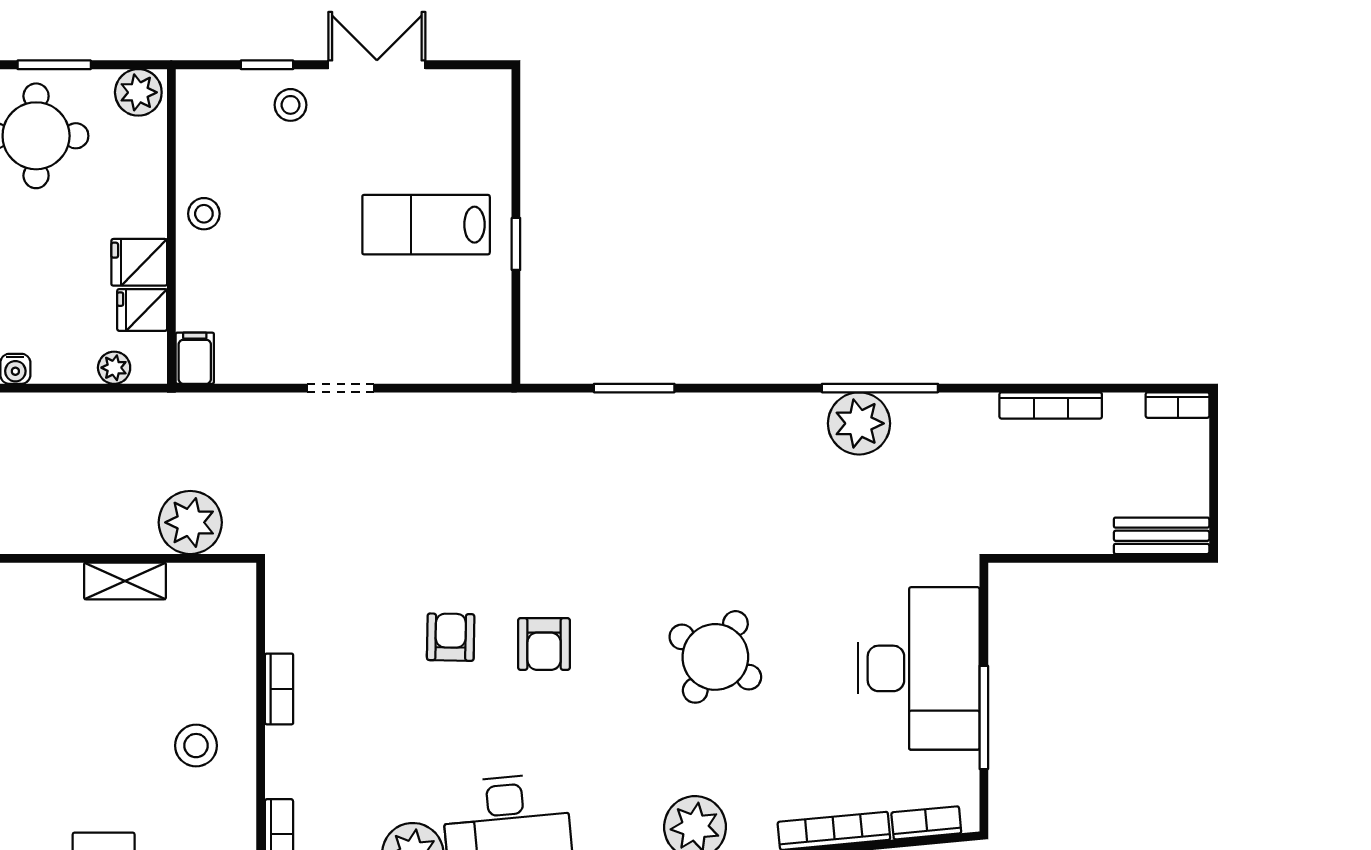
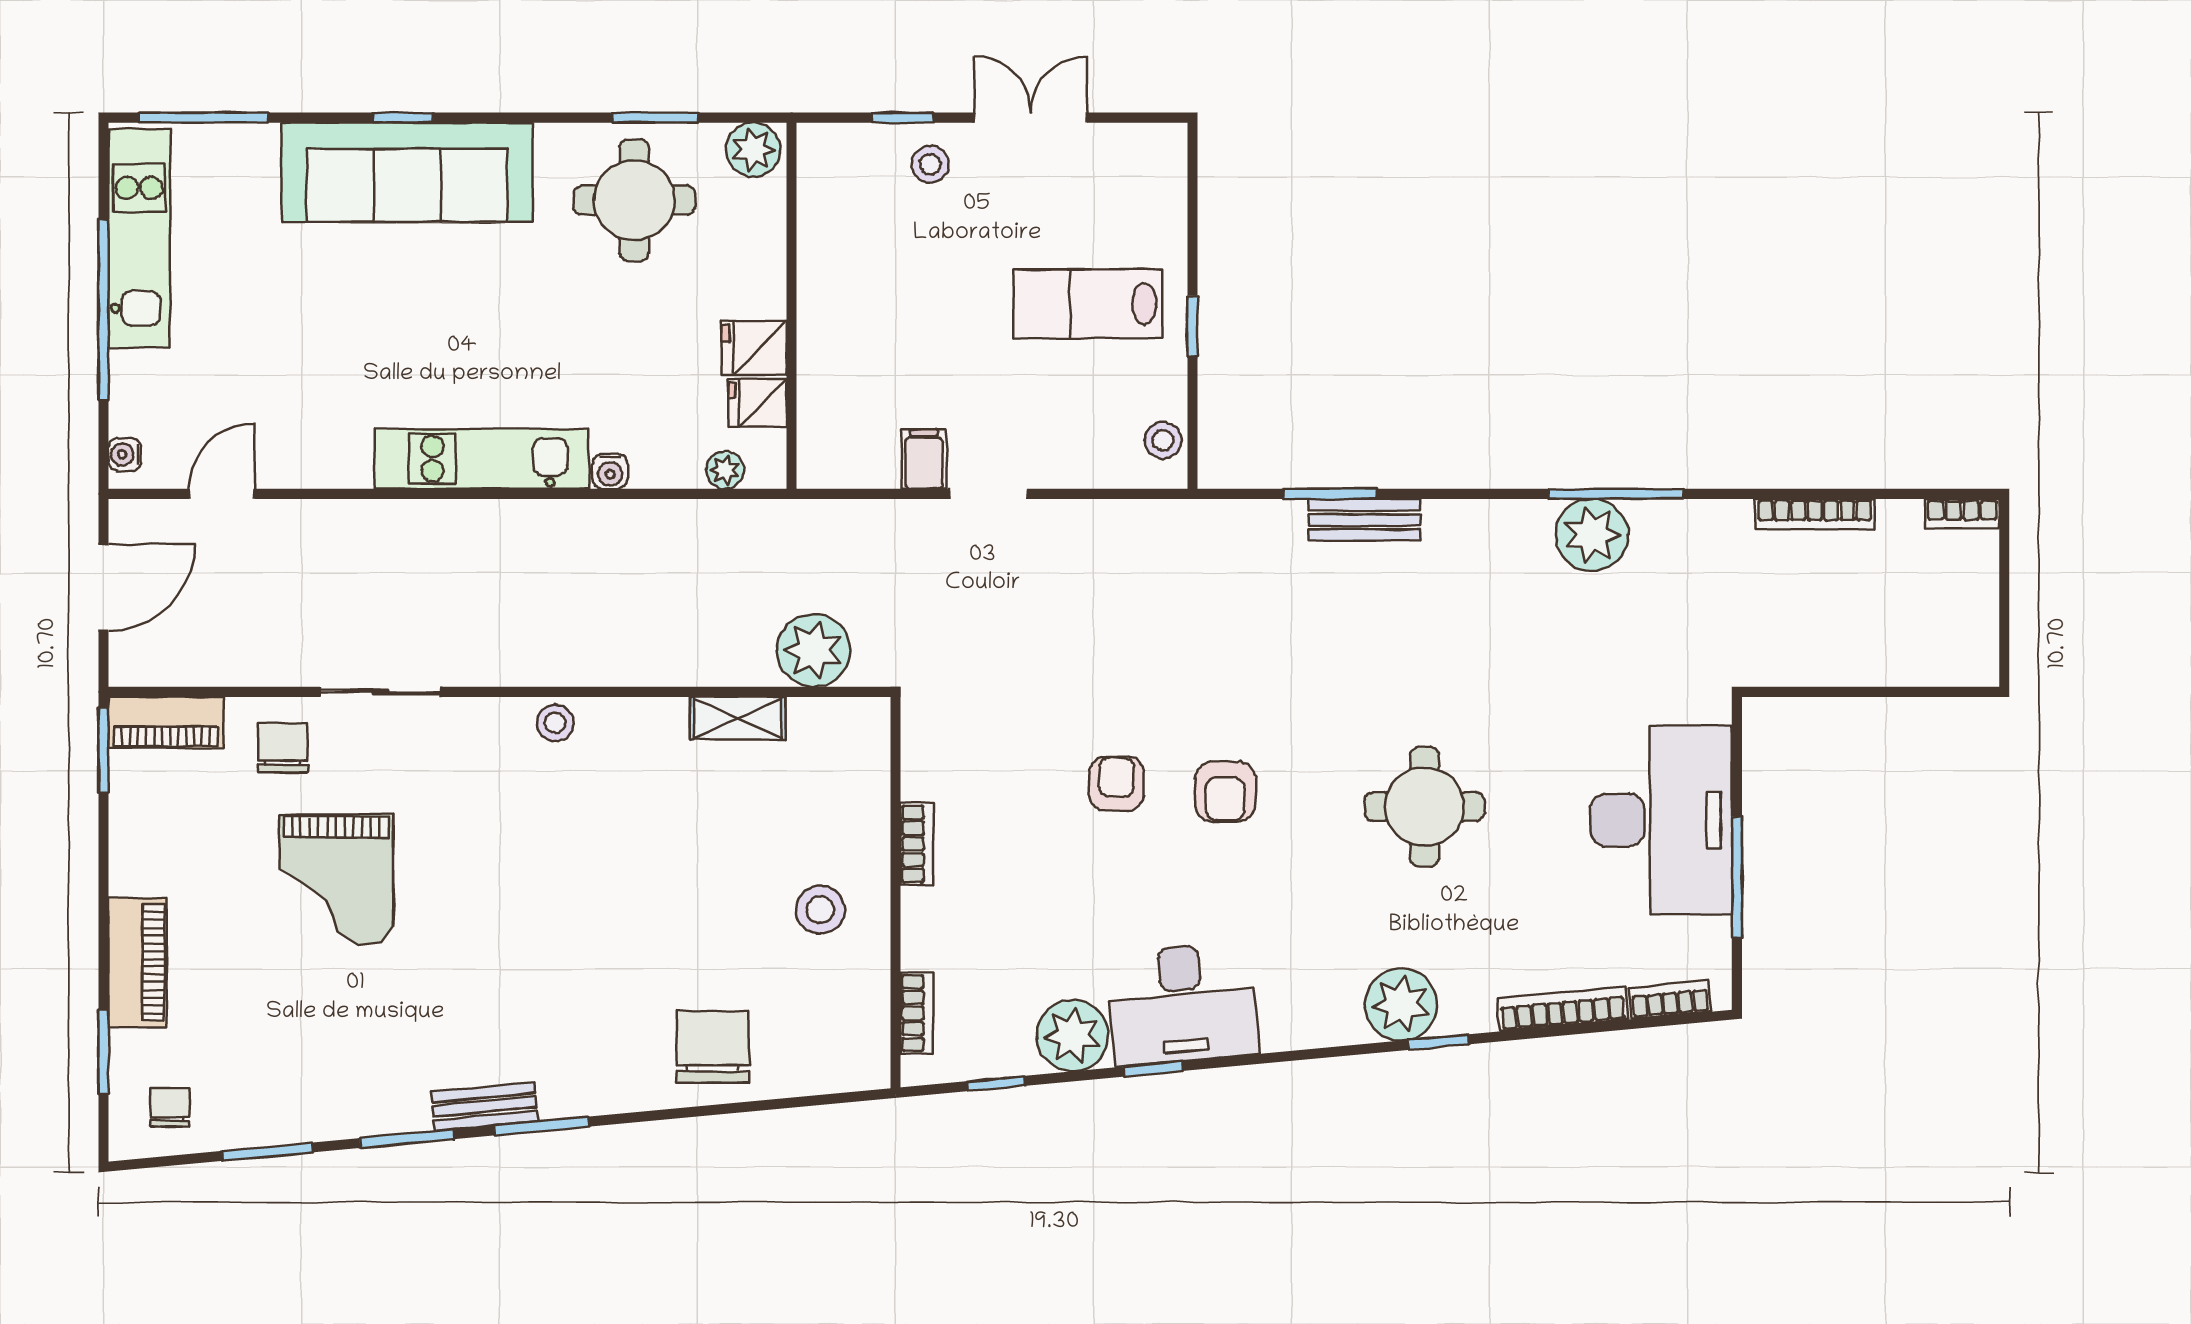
stool: (204, 214) -> (1163, 440), moved
filing cabinet: (195, 358) -> (924, 459), moved
bench: (1162, 536) -> (1364, 520), moved
round table: (715, 657) -> (1425, 807), turned -31

